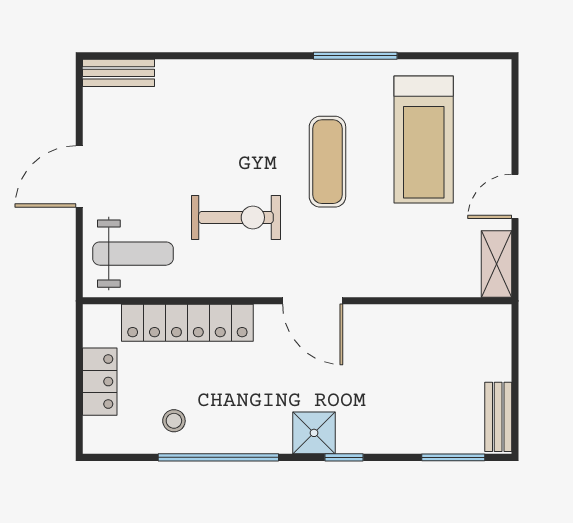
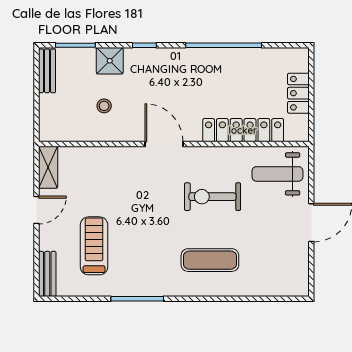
bench: (119, 73) -> (47, 274), moved, turned 90
treadmill: (424, 140) -> (94, 246), width x0.73, depth x0.73
exercise mat: (327, 162) -> (210, 260), moved, turned 90
stool: (174, 421) -> (104, 106), moved
shower: (314, 433) -> (110, 61), moved

